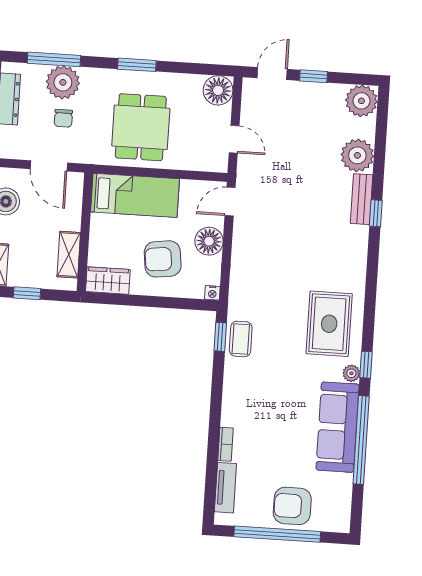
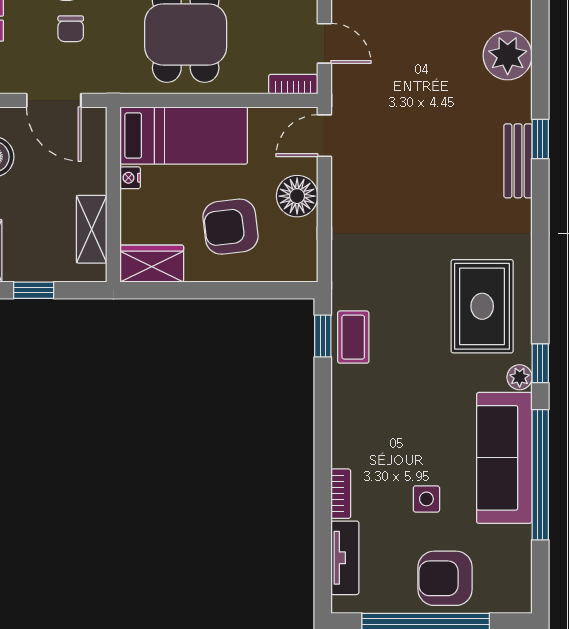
bookcase: (211, 165) -> (293, 84), added
bench: (362, 199) -> (518, 161), moved
nightstand: (212, 293) -> (130, 178), moved, turned 90
side table: (283, 451) -> (426, 499), added

